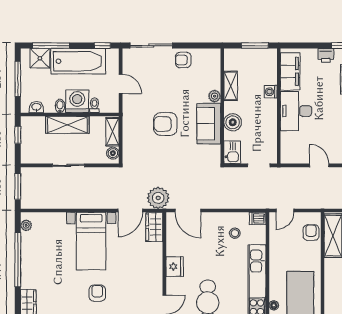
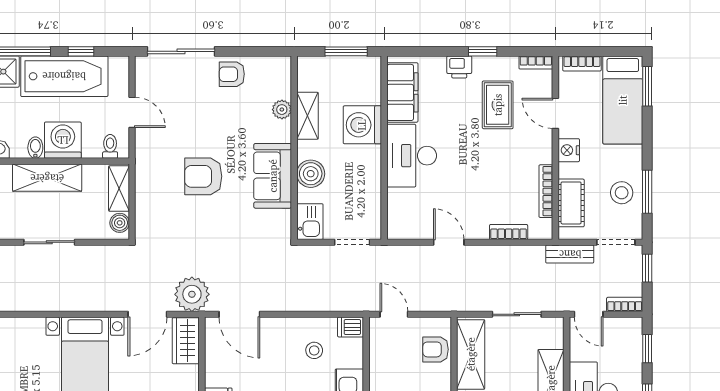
window: (102, 46) -> (81, 51), moved
washing machine: (271, 92) -> (362, 125), width x1.89, depth x1.89
plant: (215, 96) -> (282, 110), moved
toilet: (94, 105) -> (110, 146), moved
door: (285, 211) -> (394, 314), swing flipped
armchair: (311, 233) -> (436, 349), turned -90

